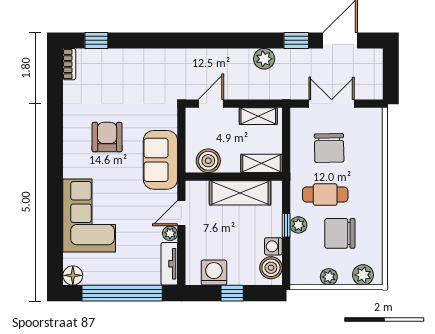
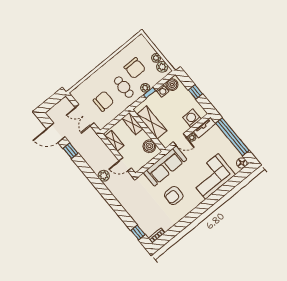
plant: (264, 59) -> (104, 176), moved
sofa: (160, 160) -> (165, 166), width x1.36
washing machine: (214, 273) -> (192, 118), moved, turned 90
plant: (363, 275) -> (162, 67), moved

